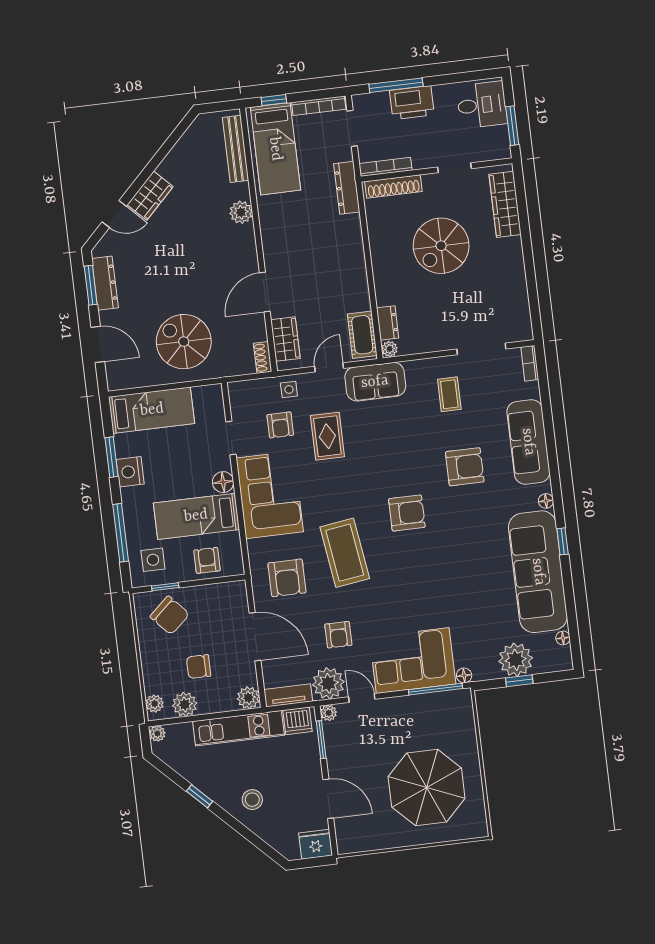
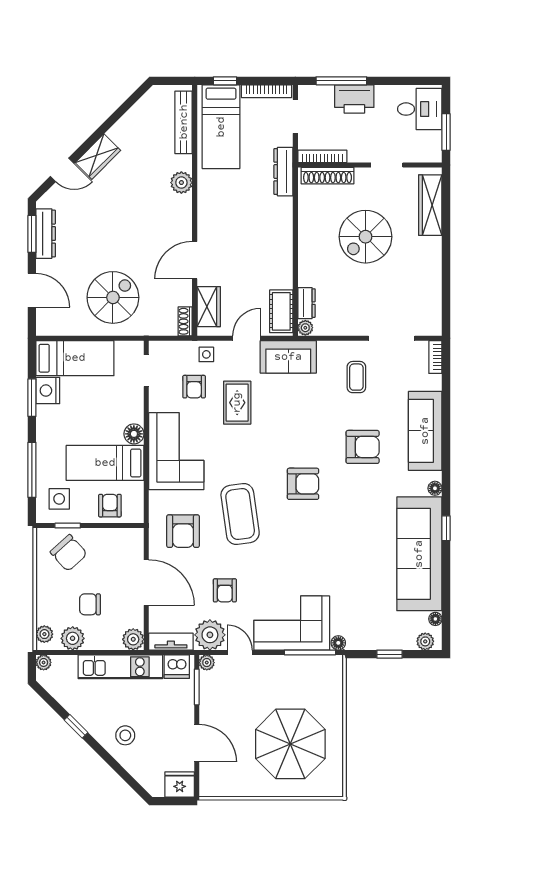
spiral stairs: (184, 342) -> (113, 297), turned 90
doorway: (231, 438) -> (146, 371), moved
nightstand: (130, 472) -> (48, 391), moved
plant: (516, 660) -> (425, 641), moved, width x0.53, depth x0.53

